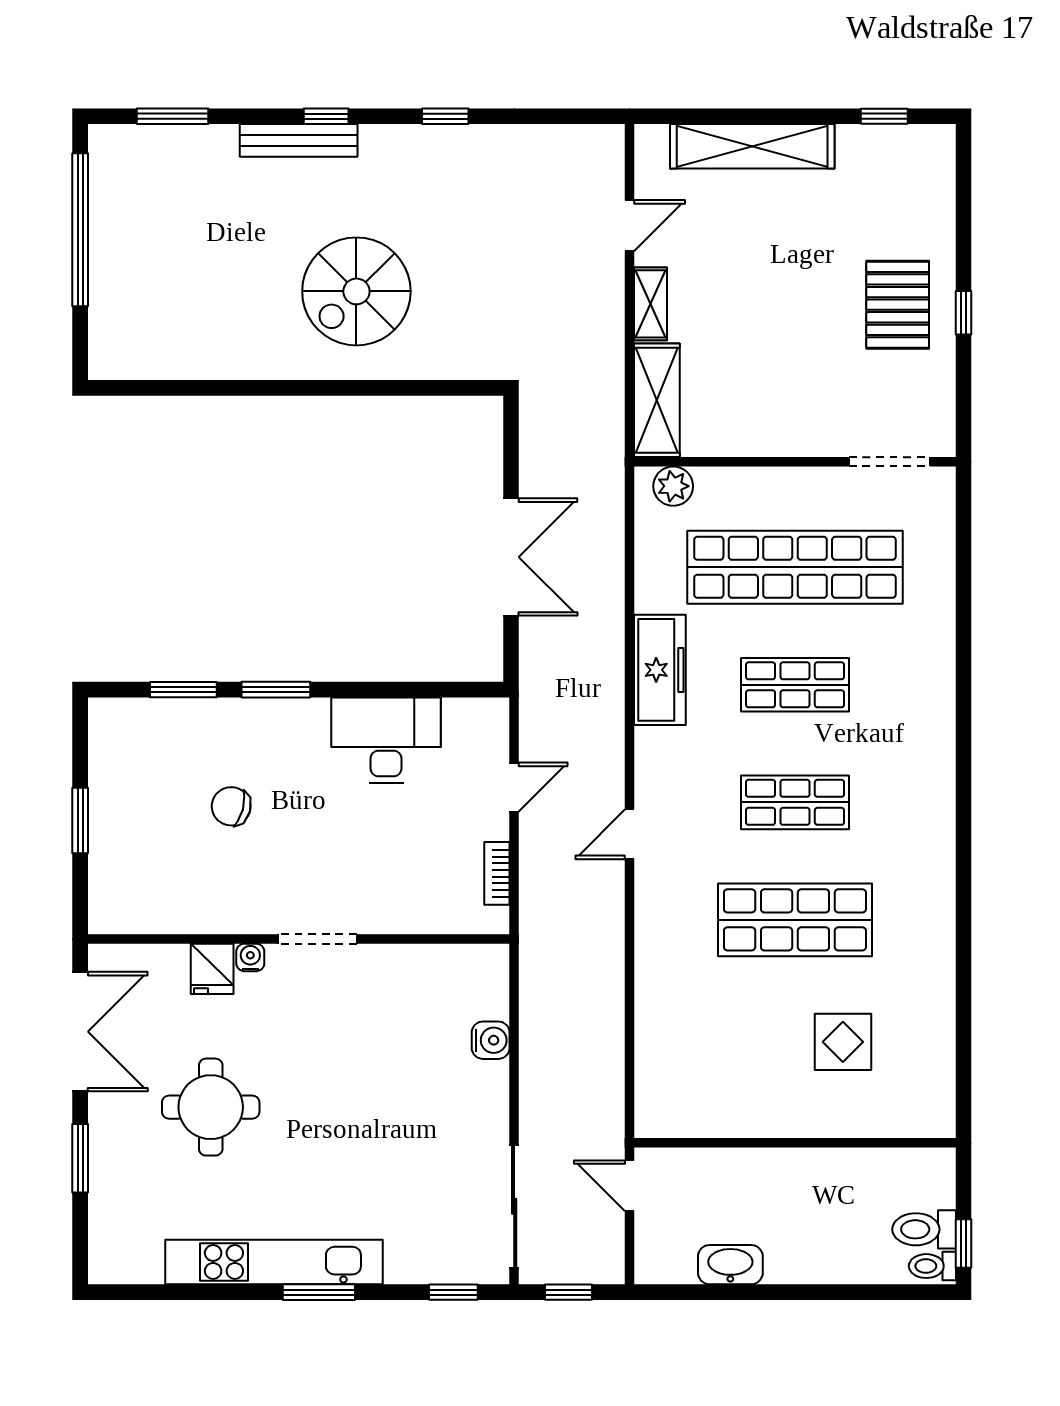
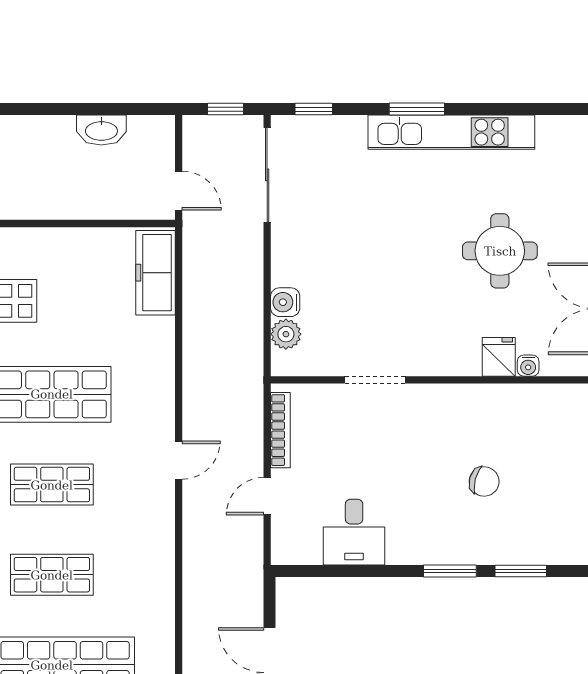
freezer: (660, 670) -> (155, 273), moved
desk: (386, 740) -> (354, 532), width x0.73
bookcase: (497, 873) -> (280, 430), width x1.56
doorway: (317, 939) -> (375, 380), moved
water cooler: (250, 957) -> (528, 366), moved
plant: (490, 998) -> (286, 334), added

